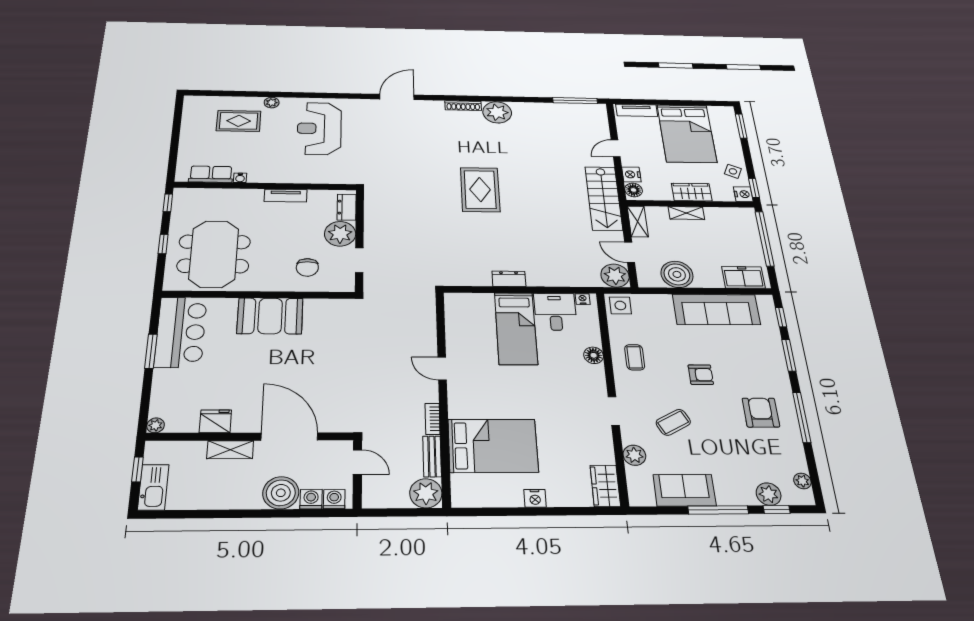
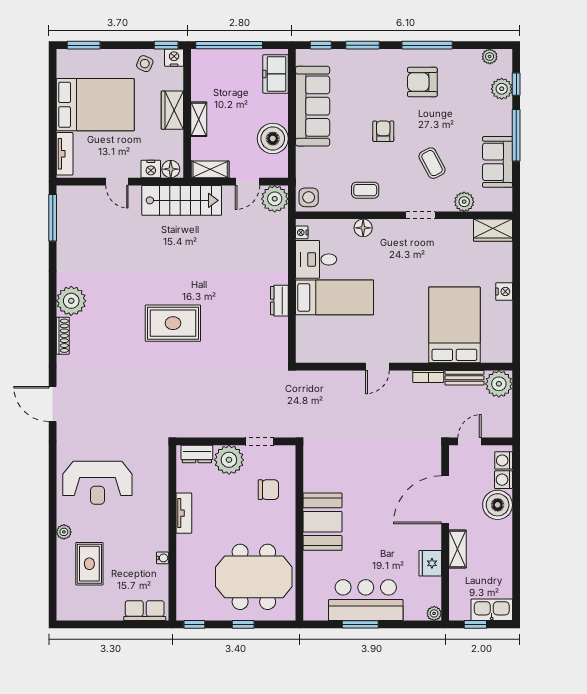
row of seats: (211, 174) -> (145, 611), moved, turned 90
bar counter: (181, 332) -> (366, 600), moved

